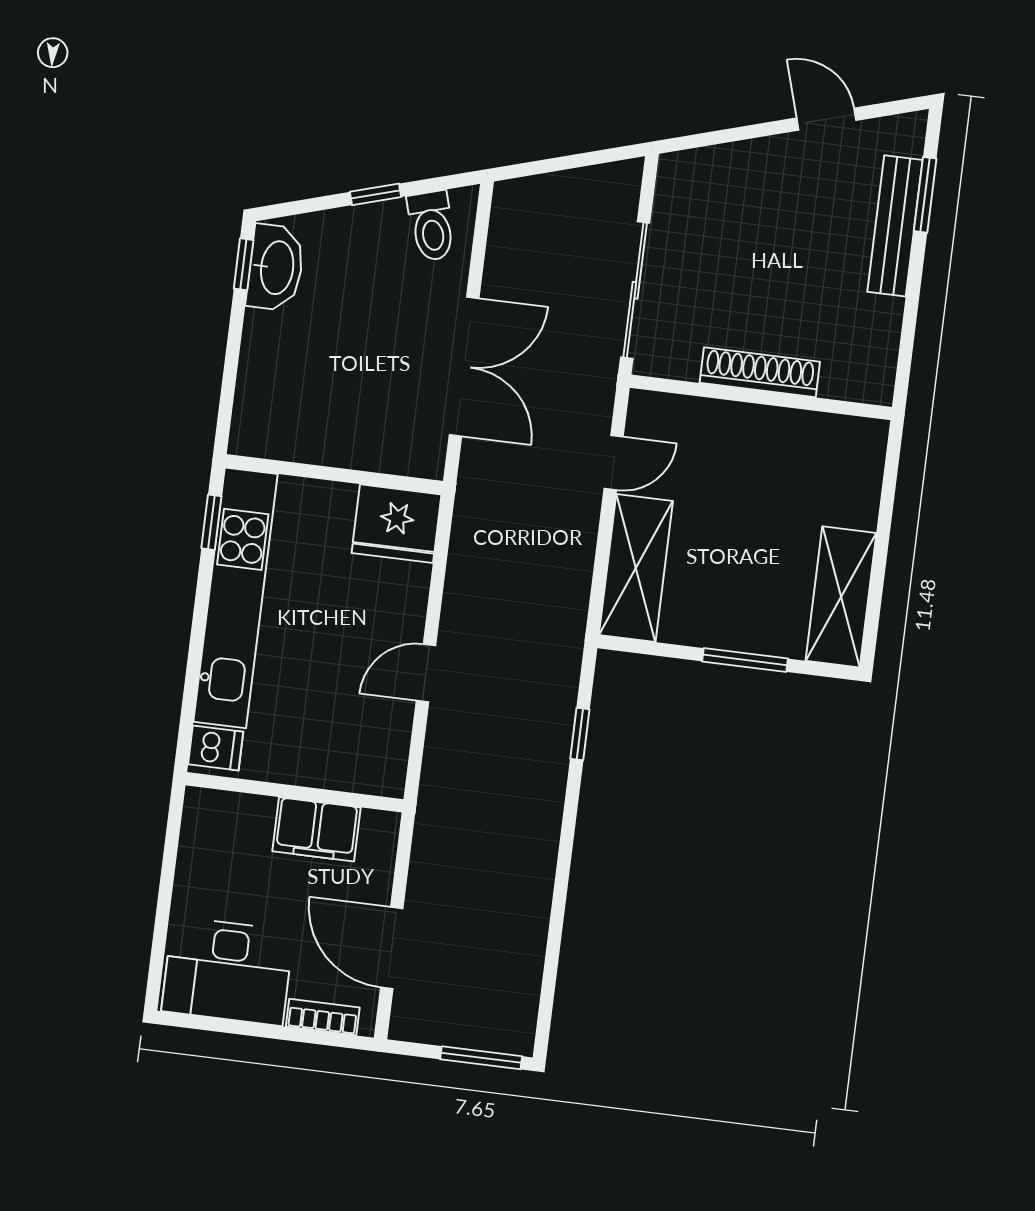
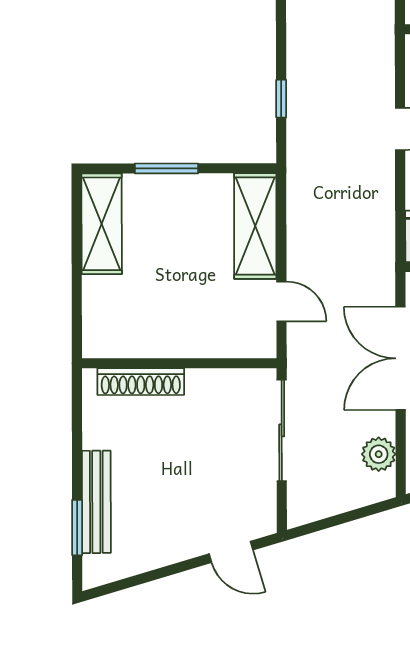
door: (826, 119) -> (231, 552), moved
plant: (509, 242) -> (379, 454), added
shoe rack: (760, 372) -> (141, 382), moved
door: (614, 463) -> (281, 302), swing flipped

